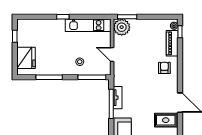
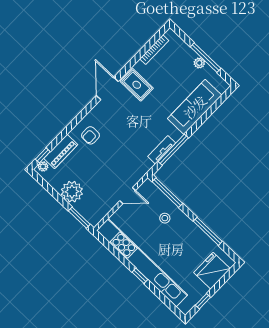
kitchen unit: (88, 25) -> (142, 263), width x1.86
plant: (122, 27) -> (72, 192), moved
door: (112, 54) -> (128, 196), hinge flipped

